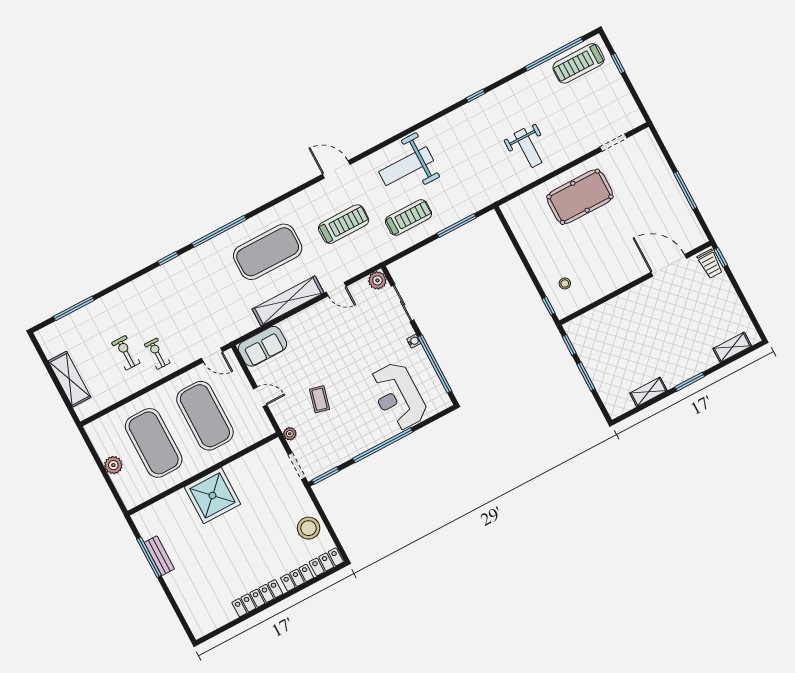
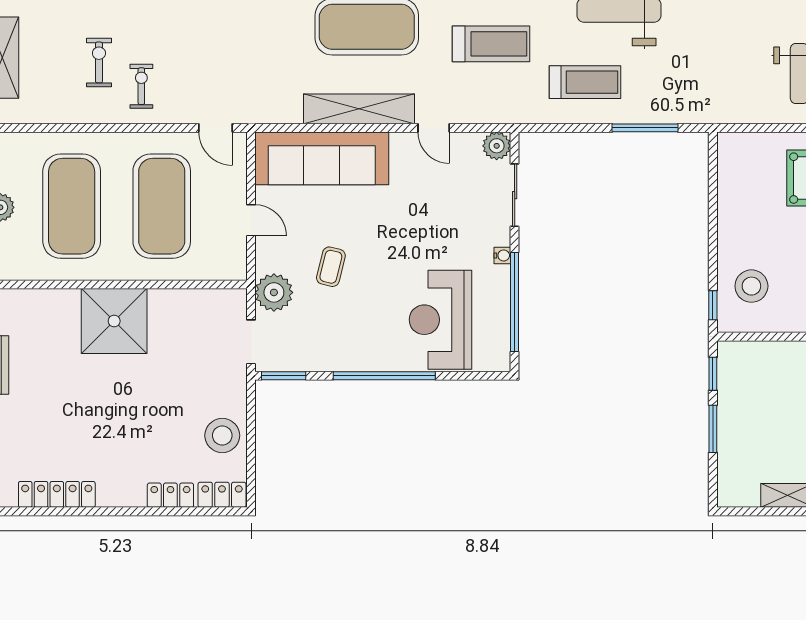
stool: (565, 283) -> (751, 286), width x1.89, depth x1.89
sofa: (262, 346) -> (322, 158), width x1.85, depth x1.27
plant: (290, 434) -> (274, 292), width x1.88, depth x1.88
locker: (257, 598) -> (57, 494), moved

